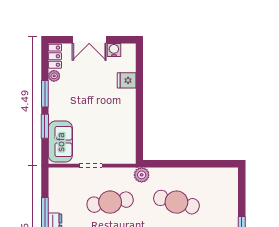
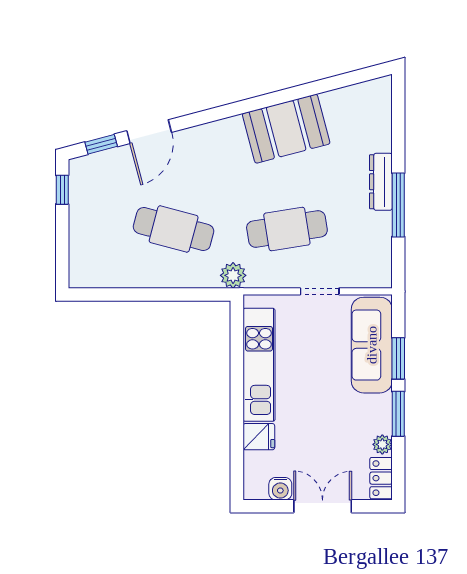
kitchen unit: (126, 123) -> (259, 365), added
sofa: (60, 142) -> (372, 345), width x1.36

